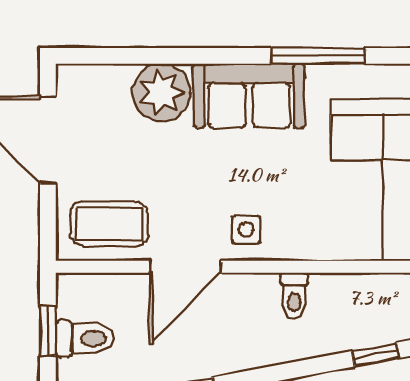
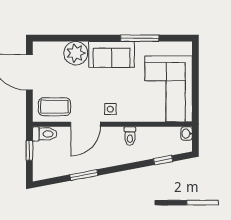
toilet: (85, 339) -> (45, 134), moved

